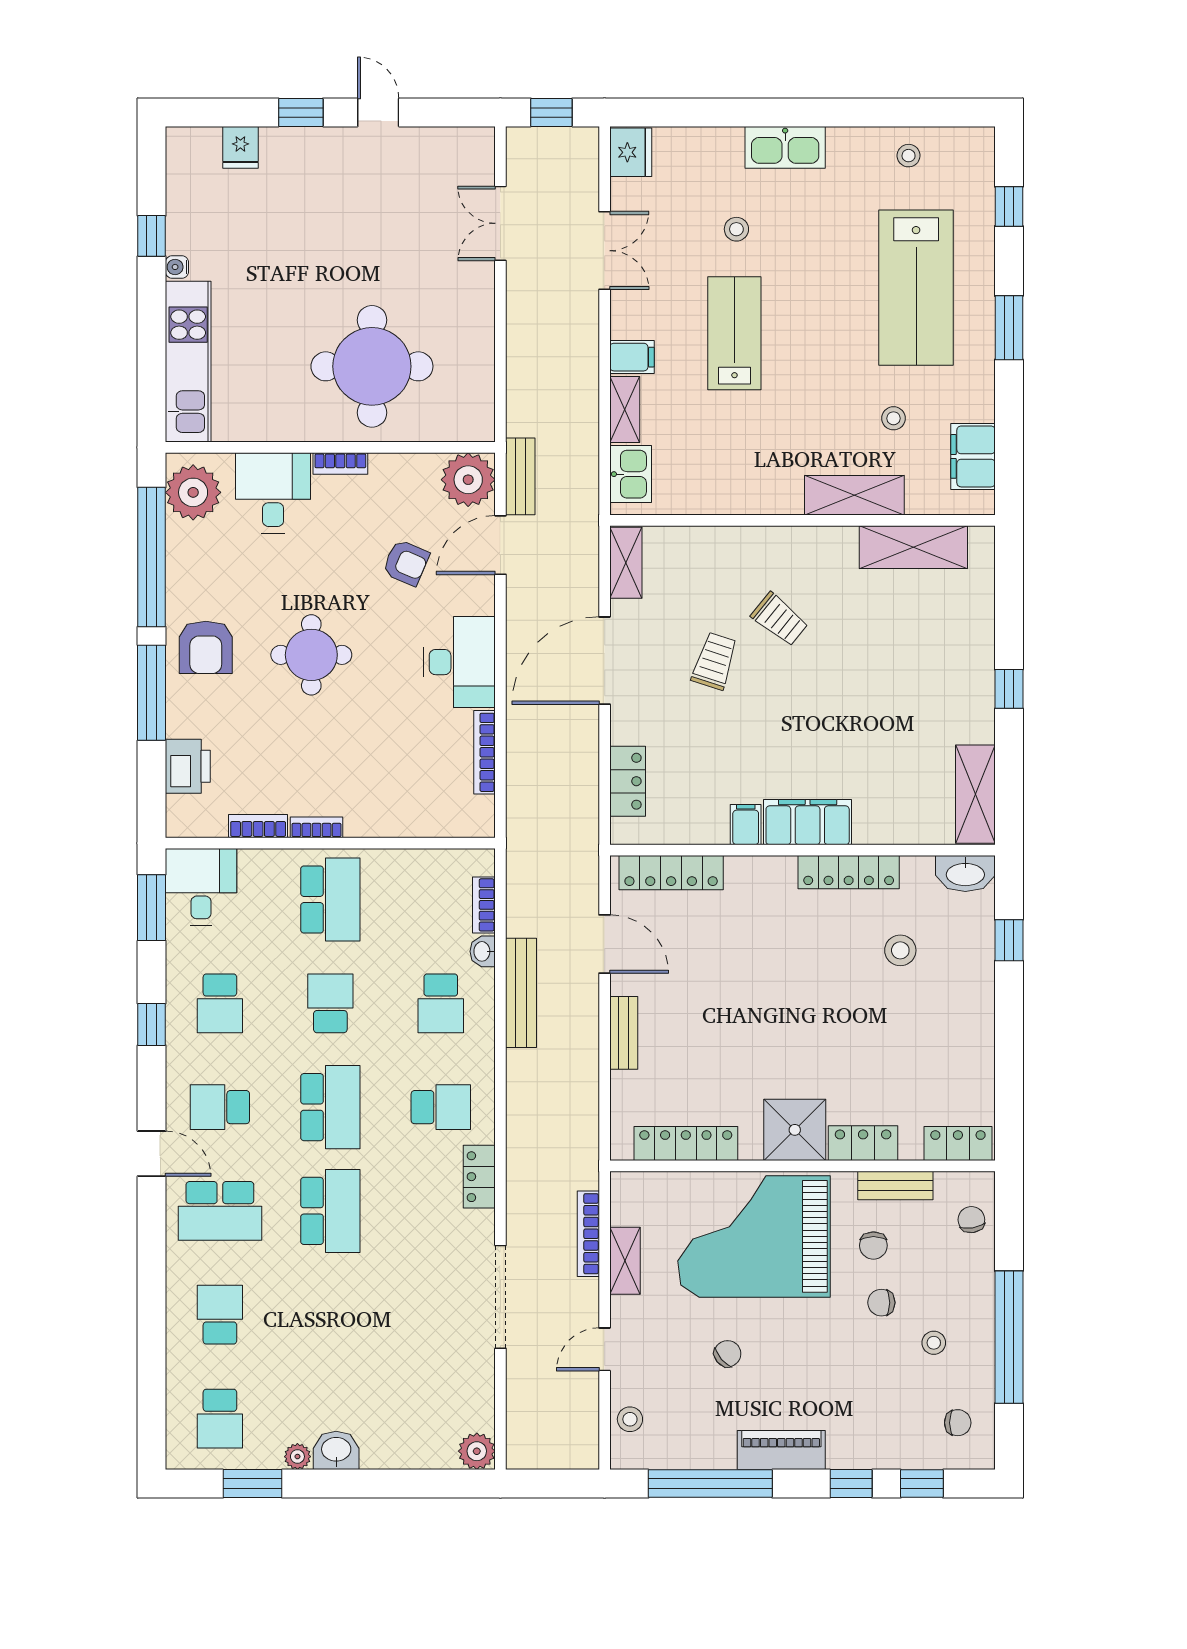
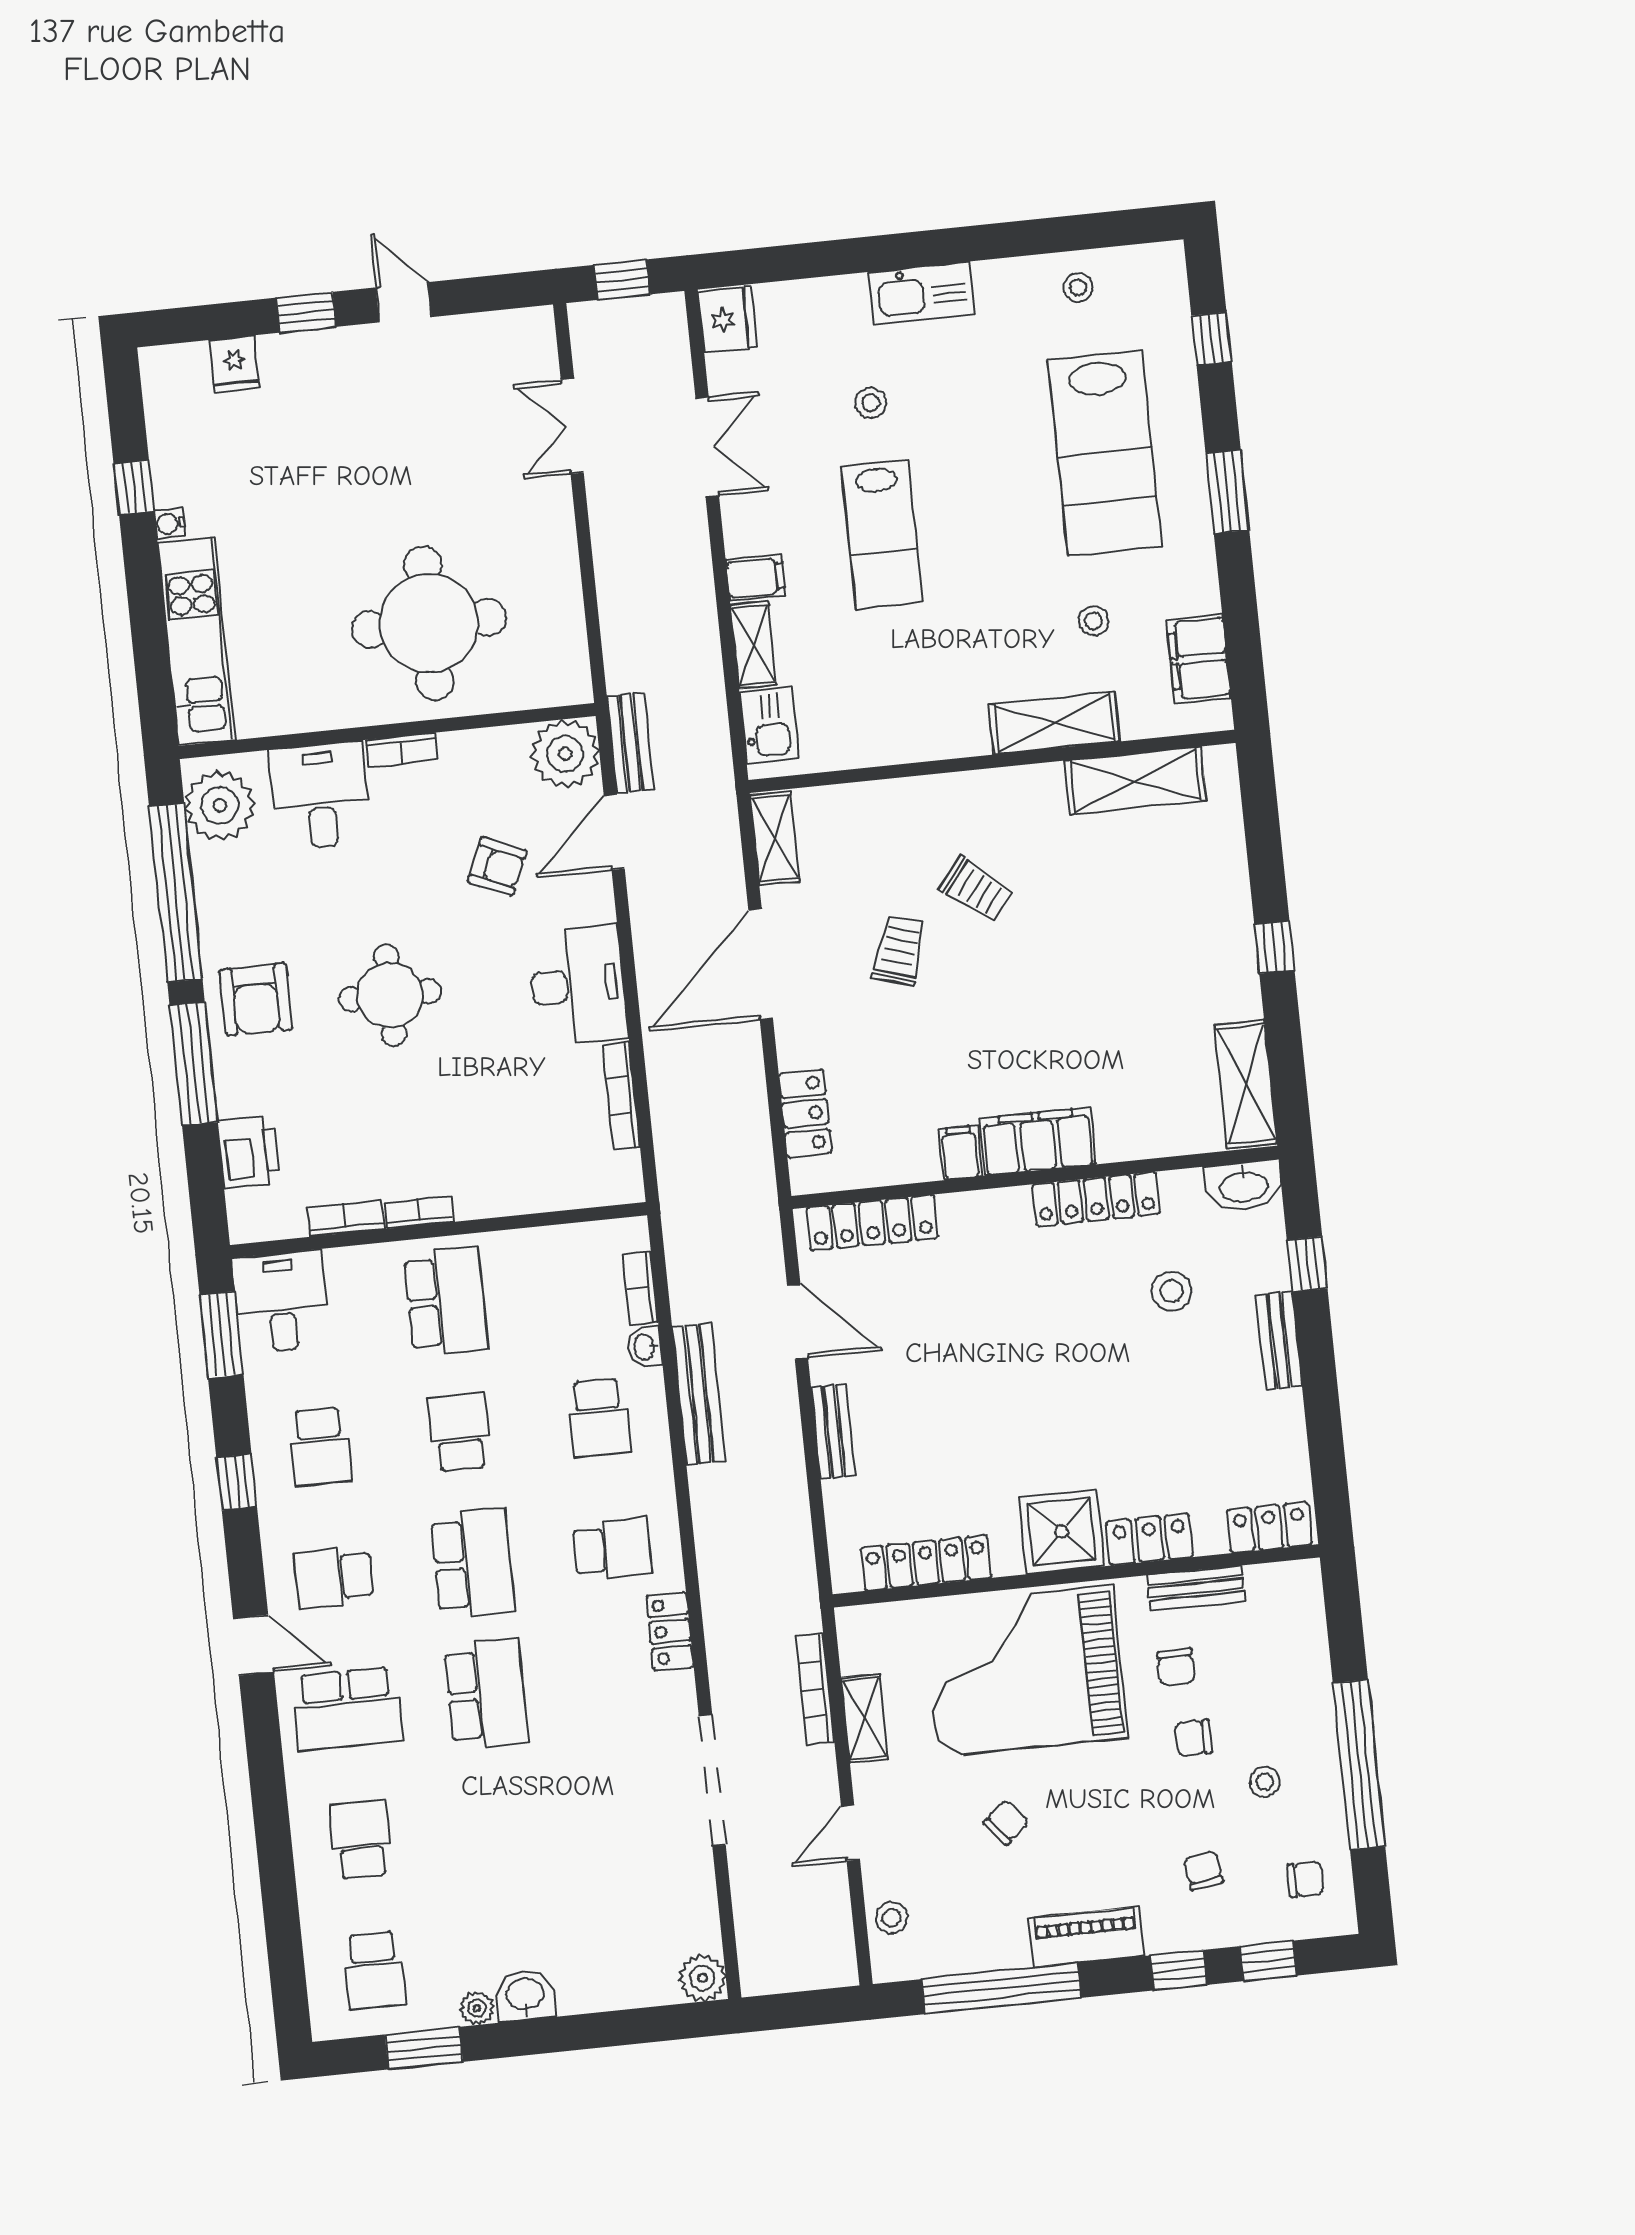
lab bench: (734, 333) -> (882, 534), turned 180
bench: (981, 998) -> (1279, 1341), added
chair: (971, 1220) -> (1203, 1870), moved

